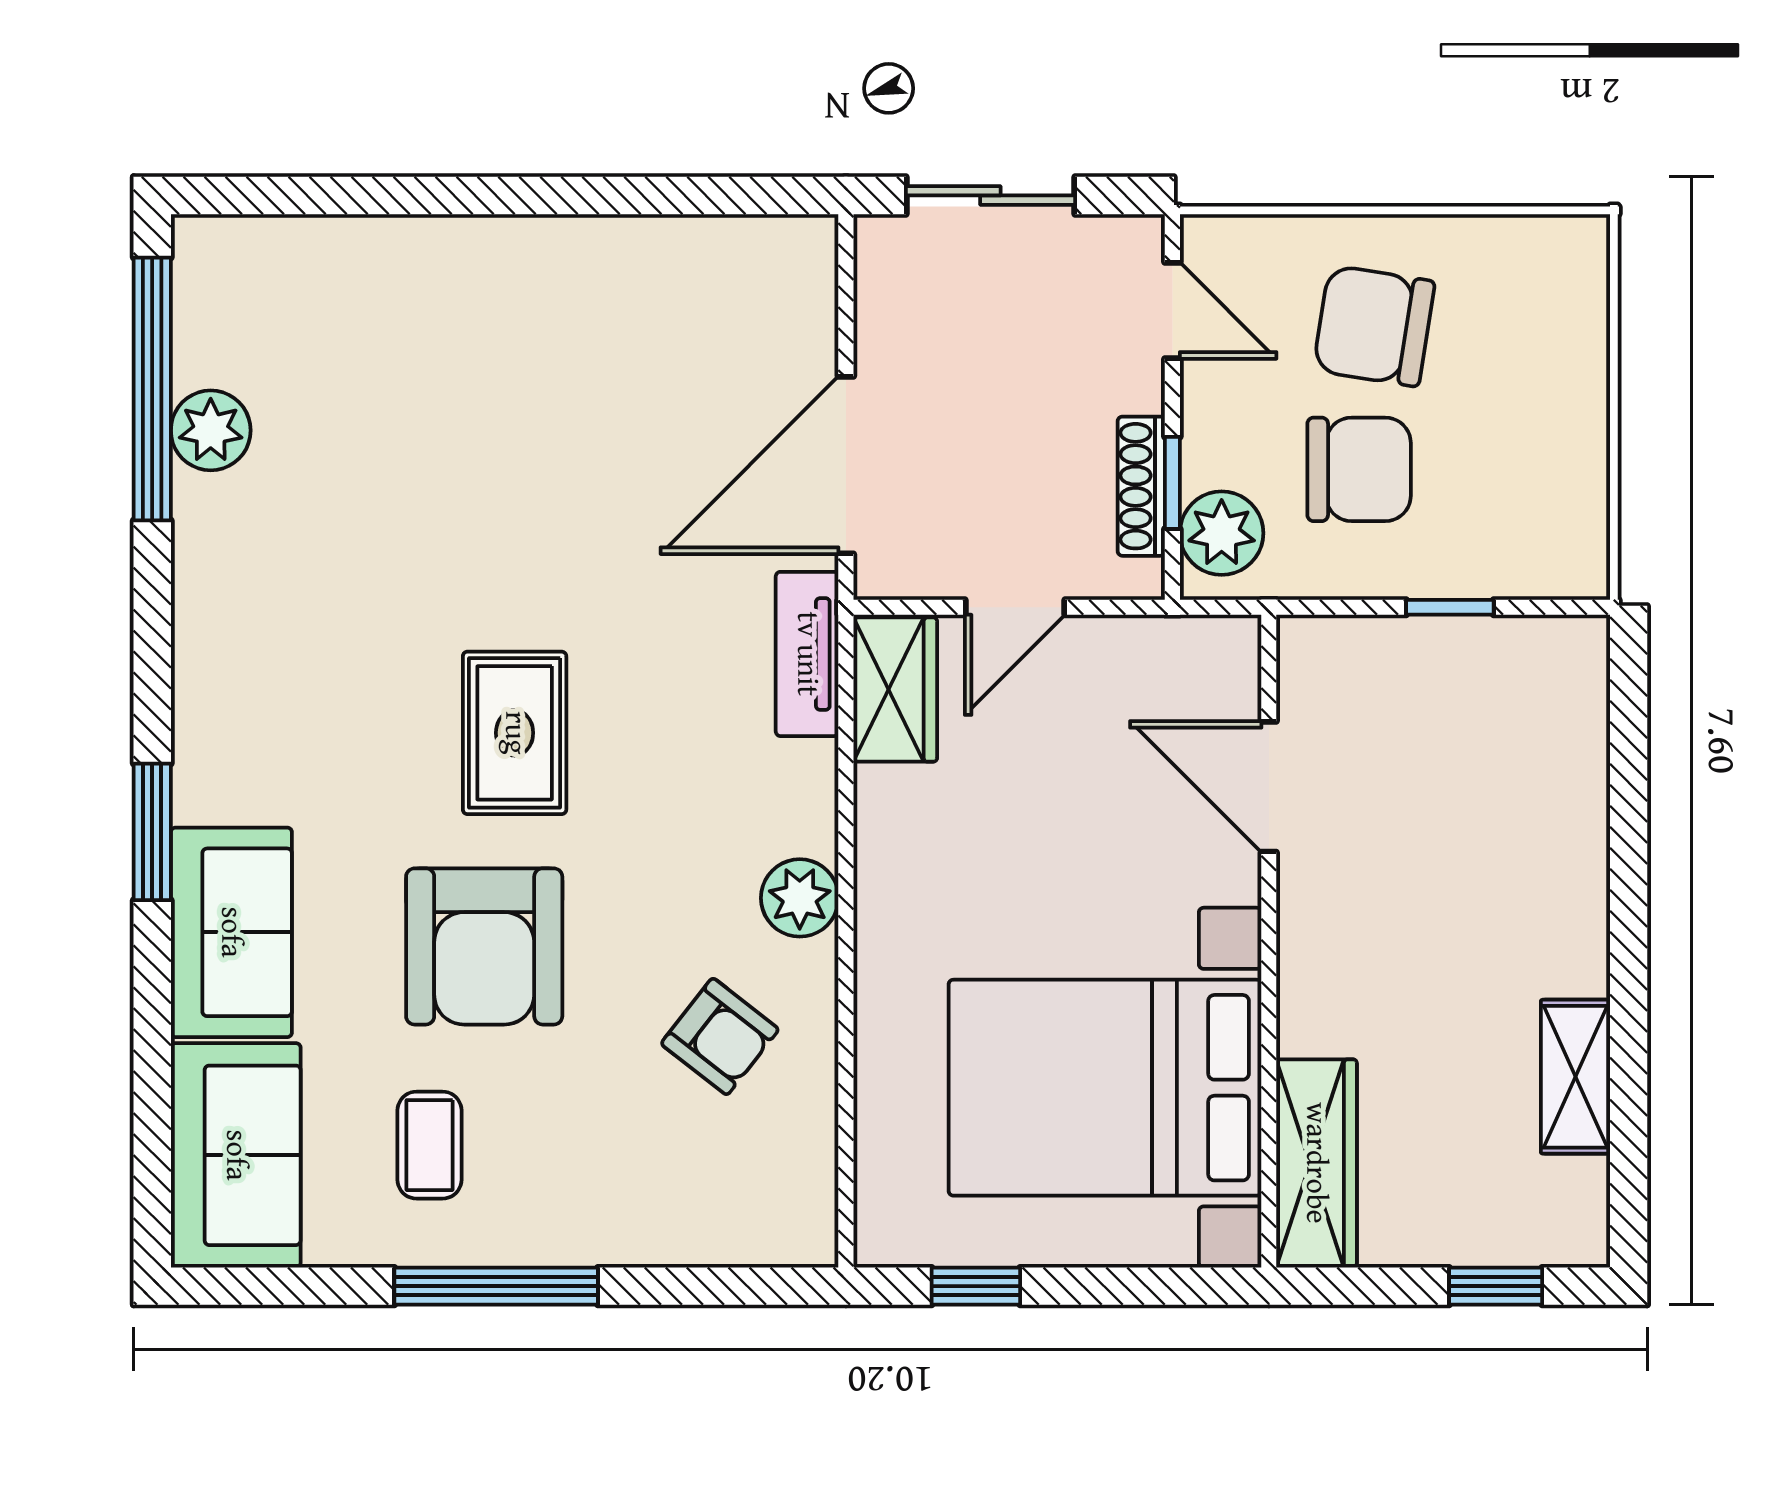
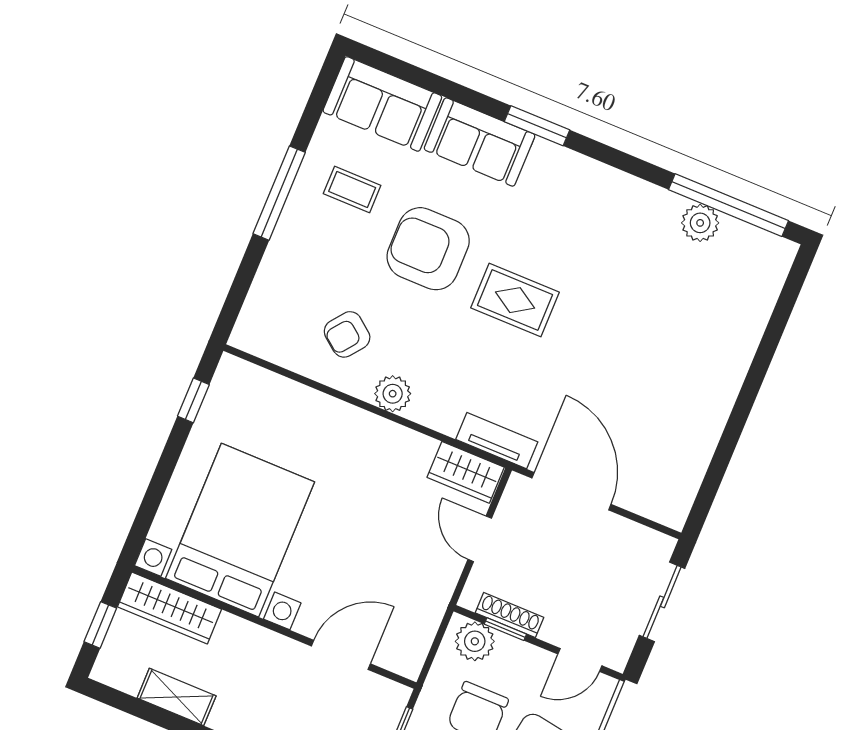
door: (1269, 787) -> (341, 655), moved
wall: (1269, 941) -> (274, 627), moved
bed with nightstands: (1105, 1088) -> (240, 530), moved
wardrobe: (1316, 1163) -> (169, 608), moved

